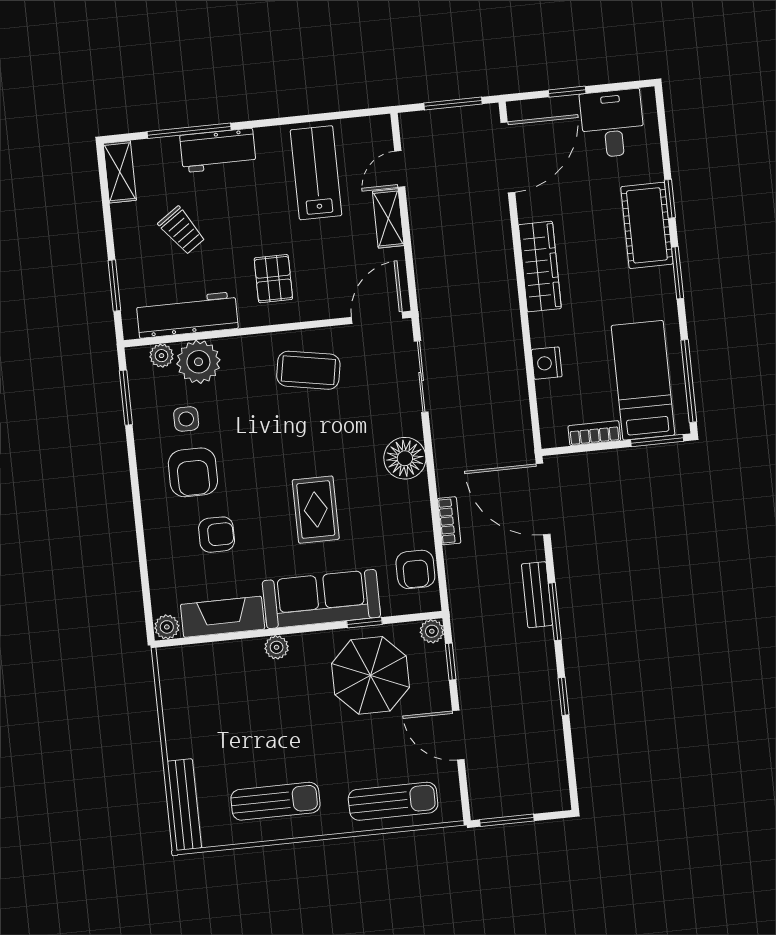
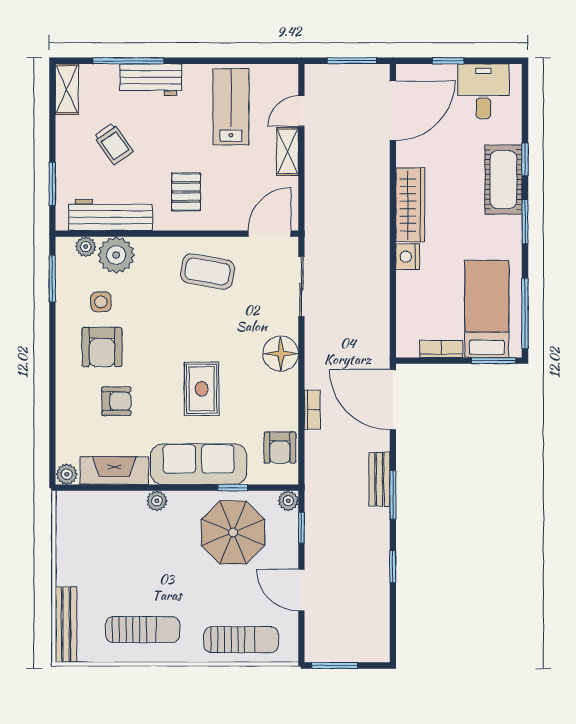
nightstand: (547, 363) -> (408, 257), moved

